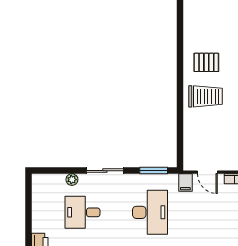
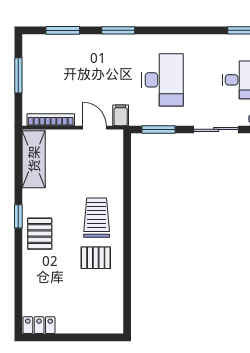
trolley: (206, 96) -> (97, 218), turned 90
desk: (150, 212) -> (163, 80), turned 180

